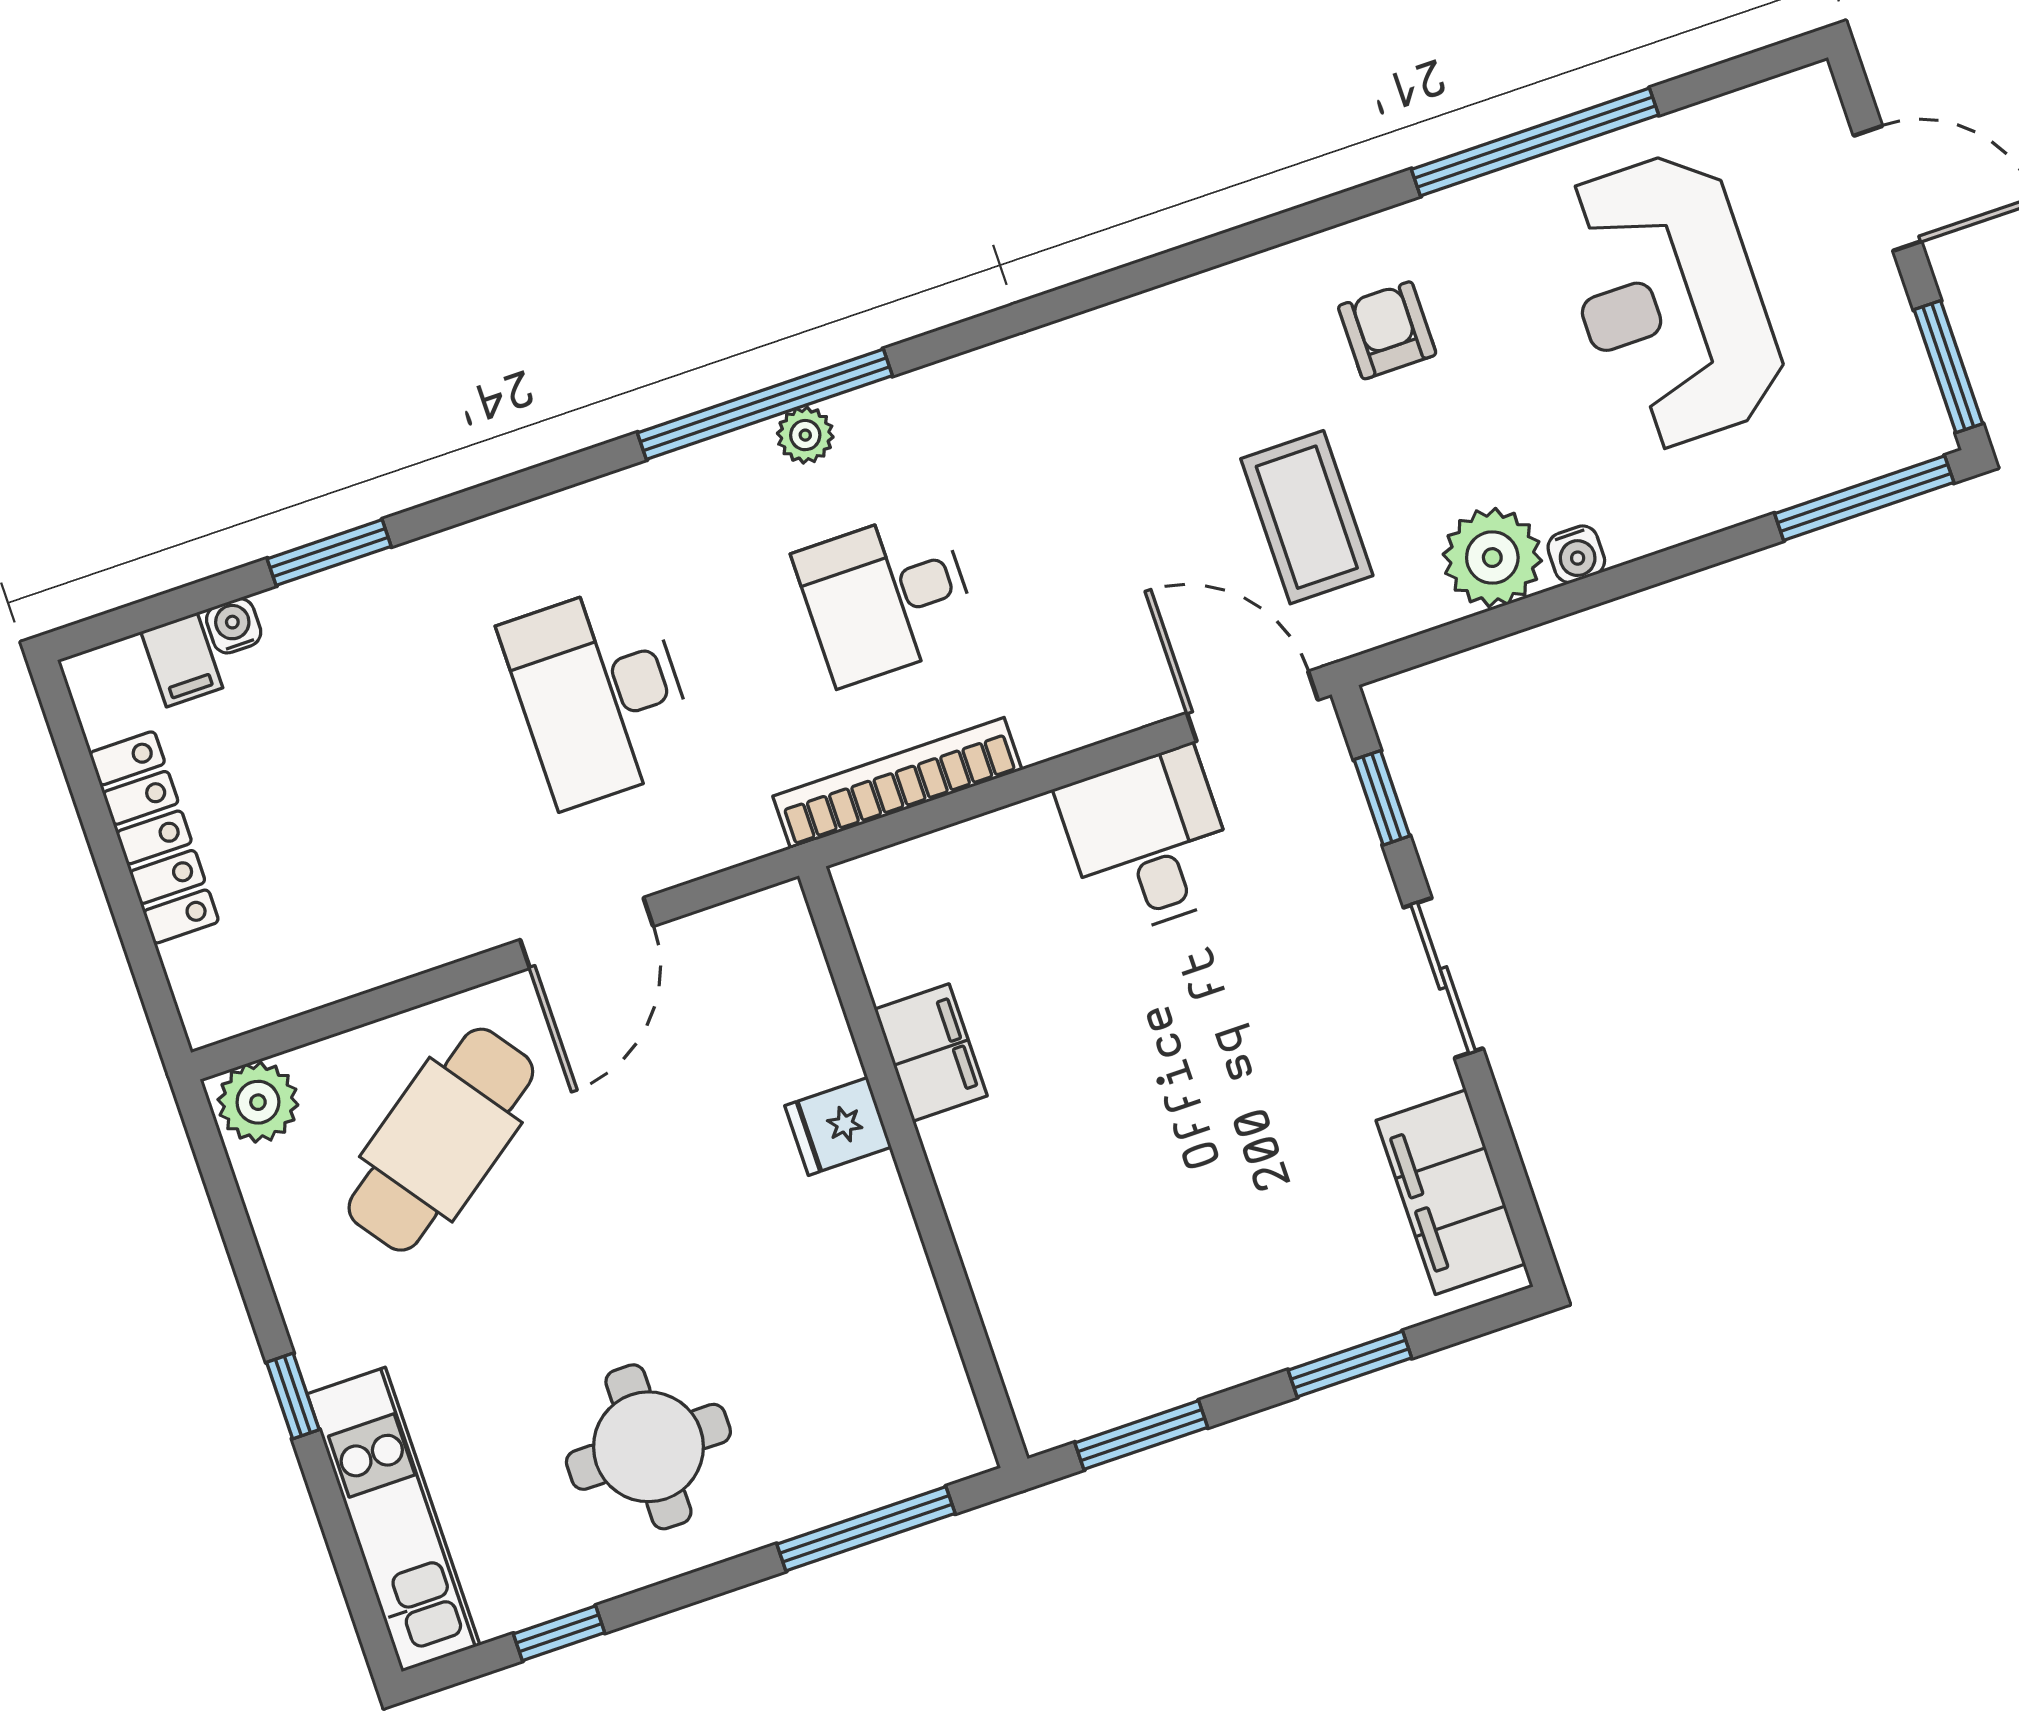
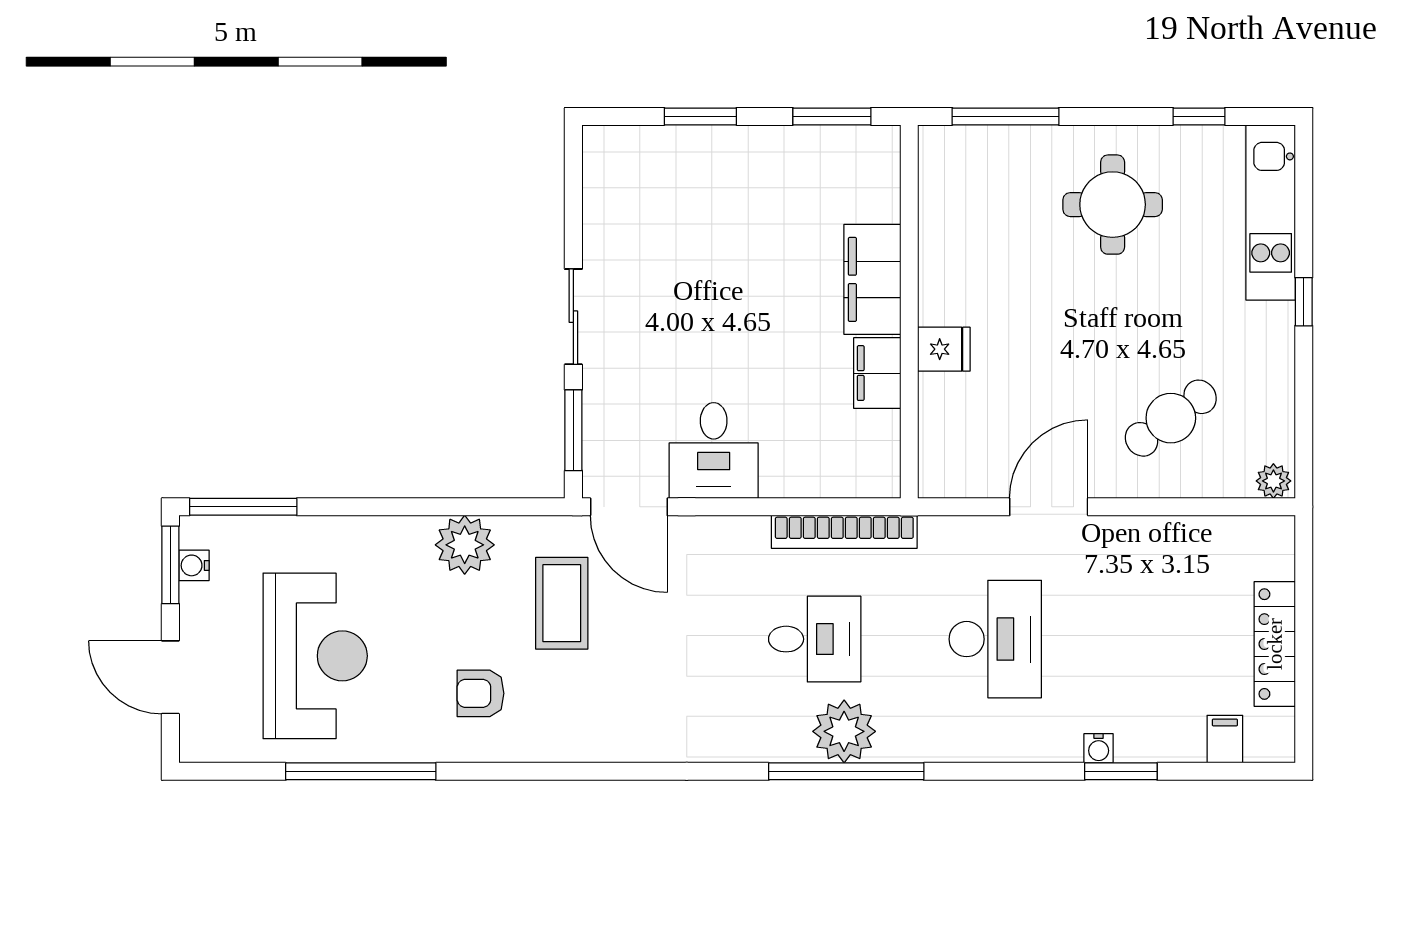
armchair: (1387, 330) -> (480, 693), turned 90
plant: (805, 435) -> (844, 731), width x1.87, depth x1.87
water cooler: (1576, 554) -> (194, 565), moved, turned -90
water cooler: (234, 626) -> (1099, 748), moved
window: (1382, 798) -> (573, 430), width x1.50
plant: (258, 1102) -> (1273, 481), width x0.73, depth x0.73
cafe table: (441, 1140) -> (1171, 418), width x0.73, depth x0.74
filing cabinet: (1451, 1192) -> (872, 279), moved, turned 180

